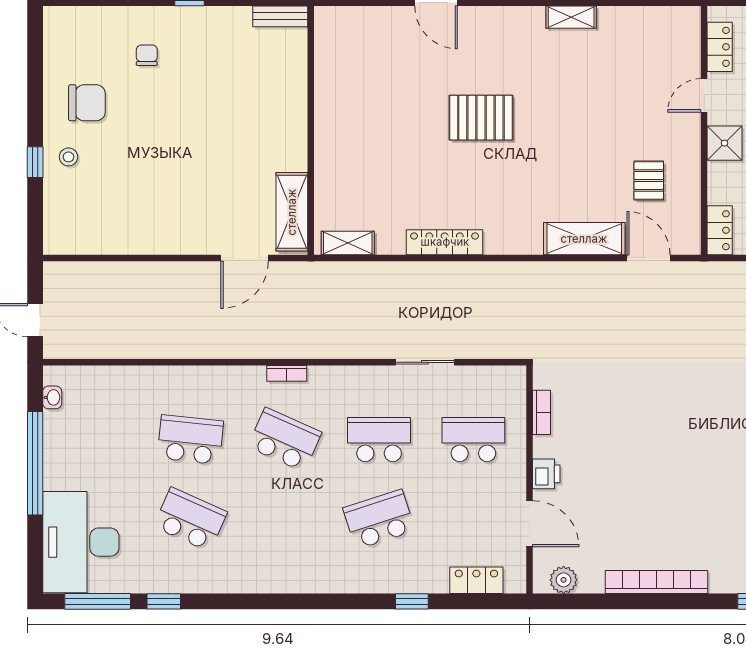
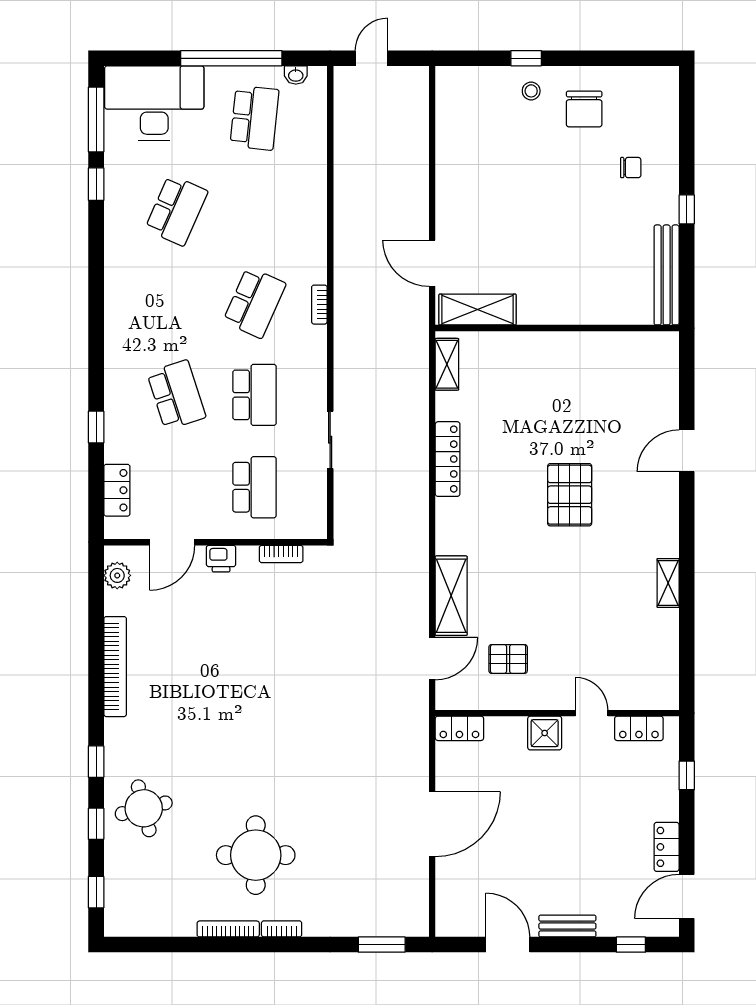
bench: (280, 16) -> (667, 275), width x1.86, depth x1.21
school desk: (190, 440) -> (254, 118), moved

